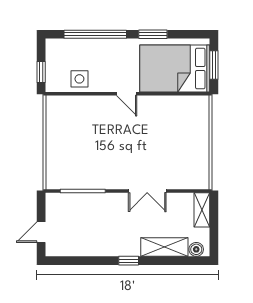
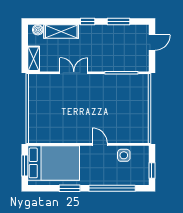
window: (41, 72) -> (152, 171), moved
door: (127, 94) -> (100, 144), moved
window: (87, 261) -> (119, 21), added

